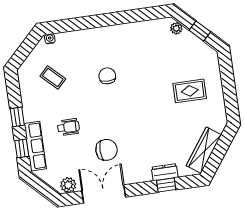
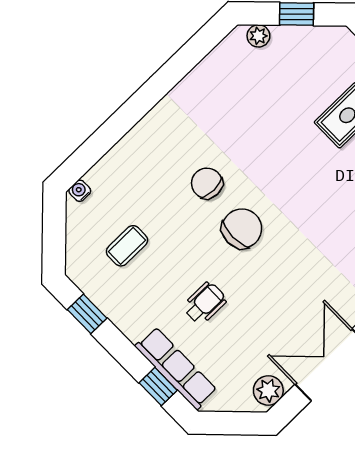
coffee table: (53, 78) -> (127, 246), turned -44
window: (17, 117) -> (87, 314), moved
chair: (106, 150) -> (242, 229), moved

